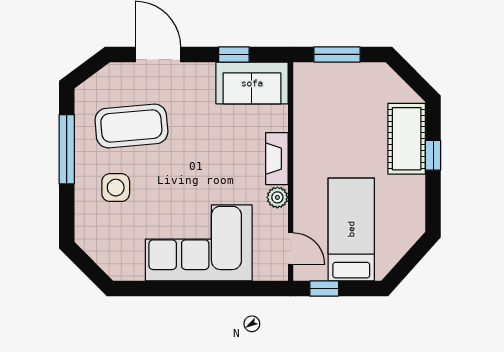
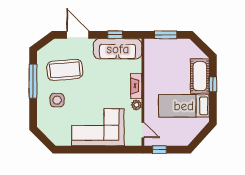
sofa: (252, 83) -> (118, 49), width x1.36
bed: (351, 229) -> (184, 106), moved, turned -90

